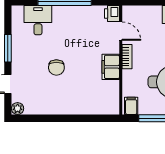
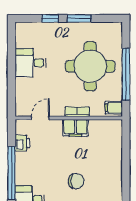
printer: (112, 13) -> (22, 143), moved, turned -90
bookcase: (127, 57) -> (77, 112), moved

